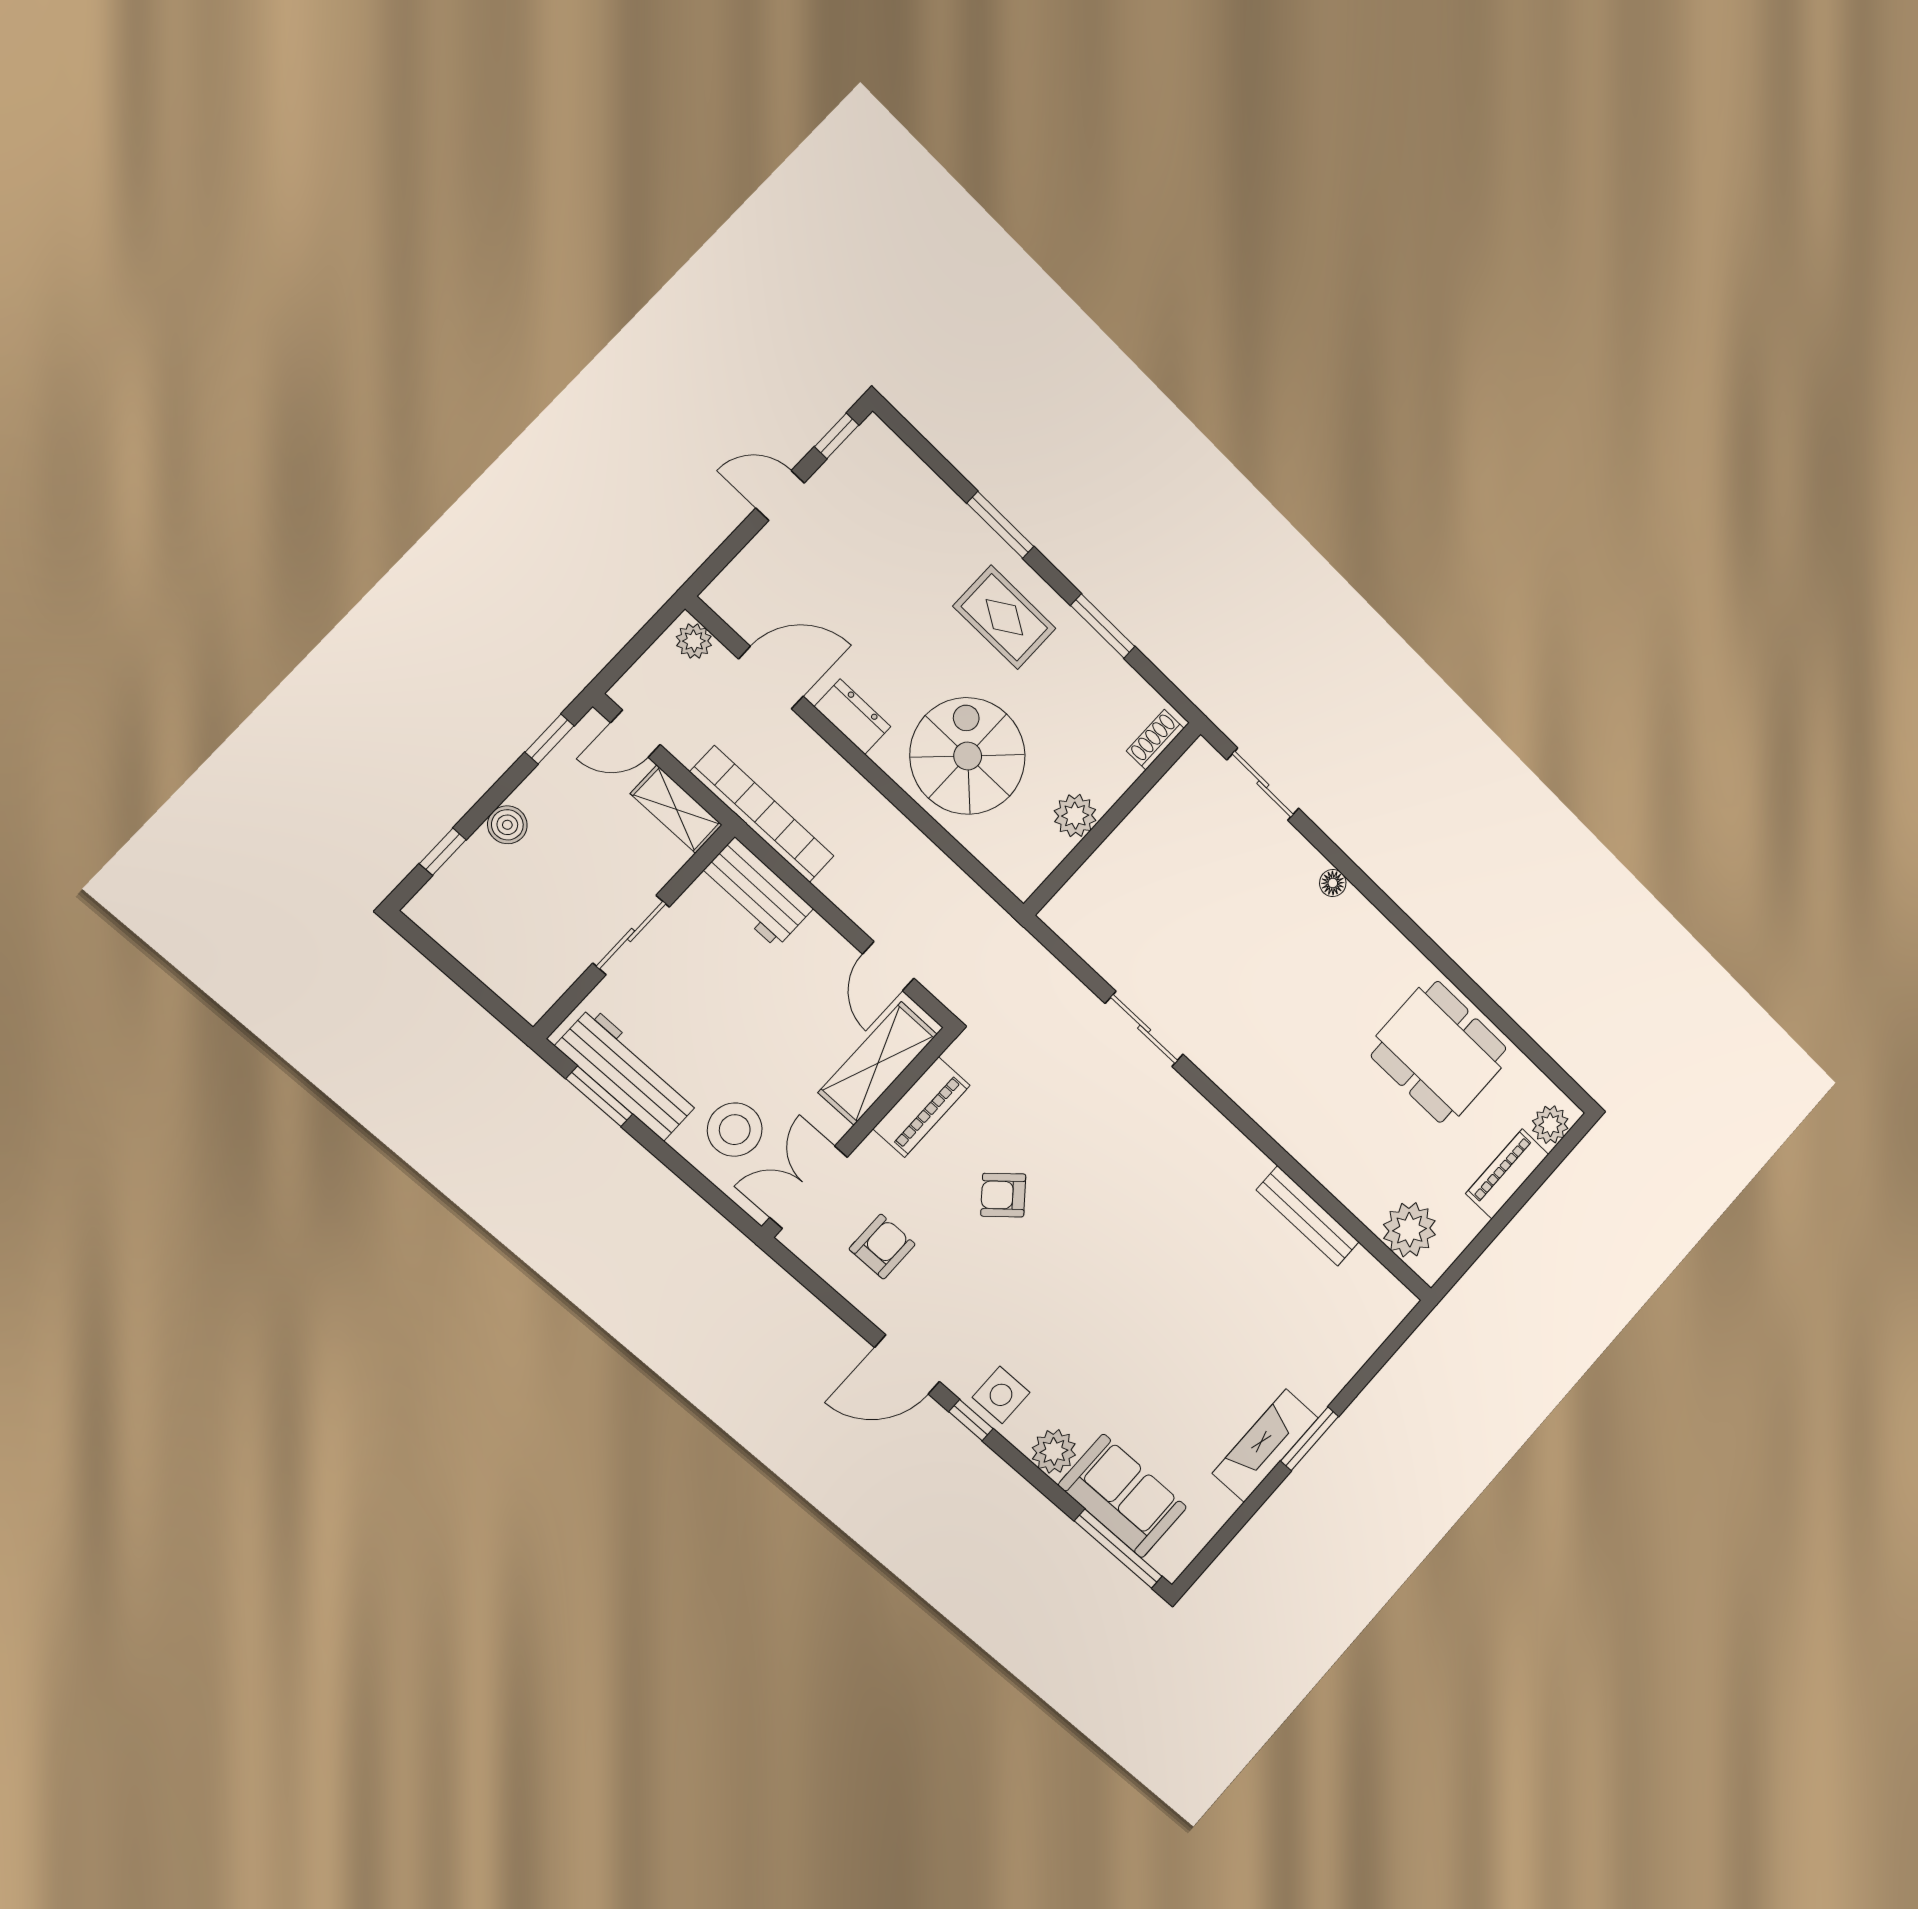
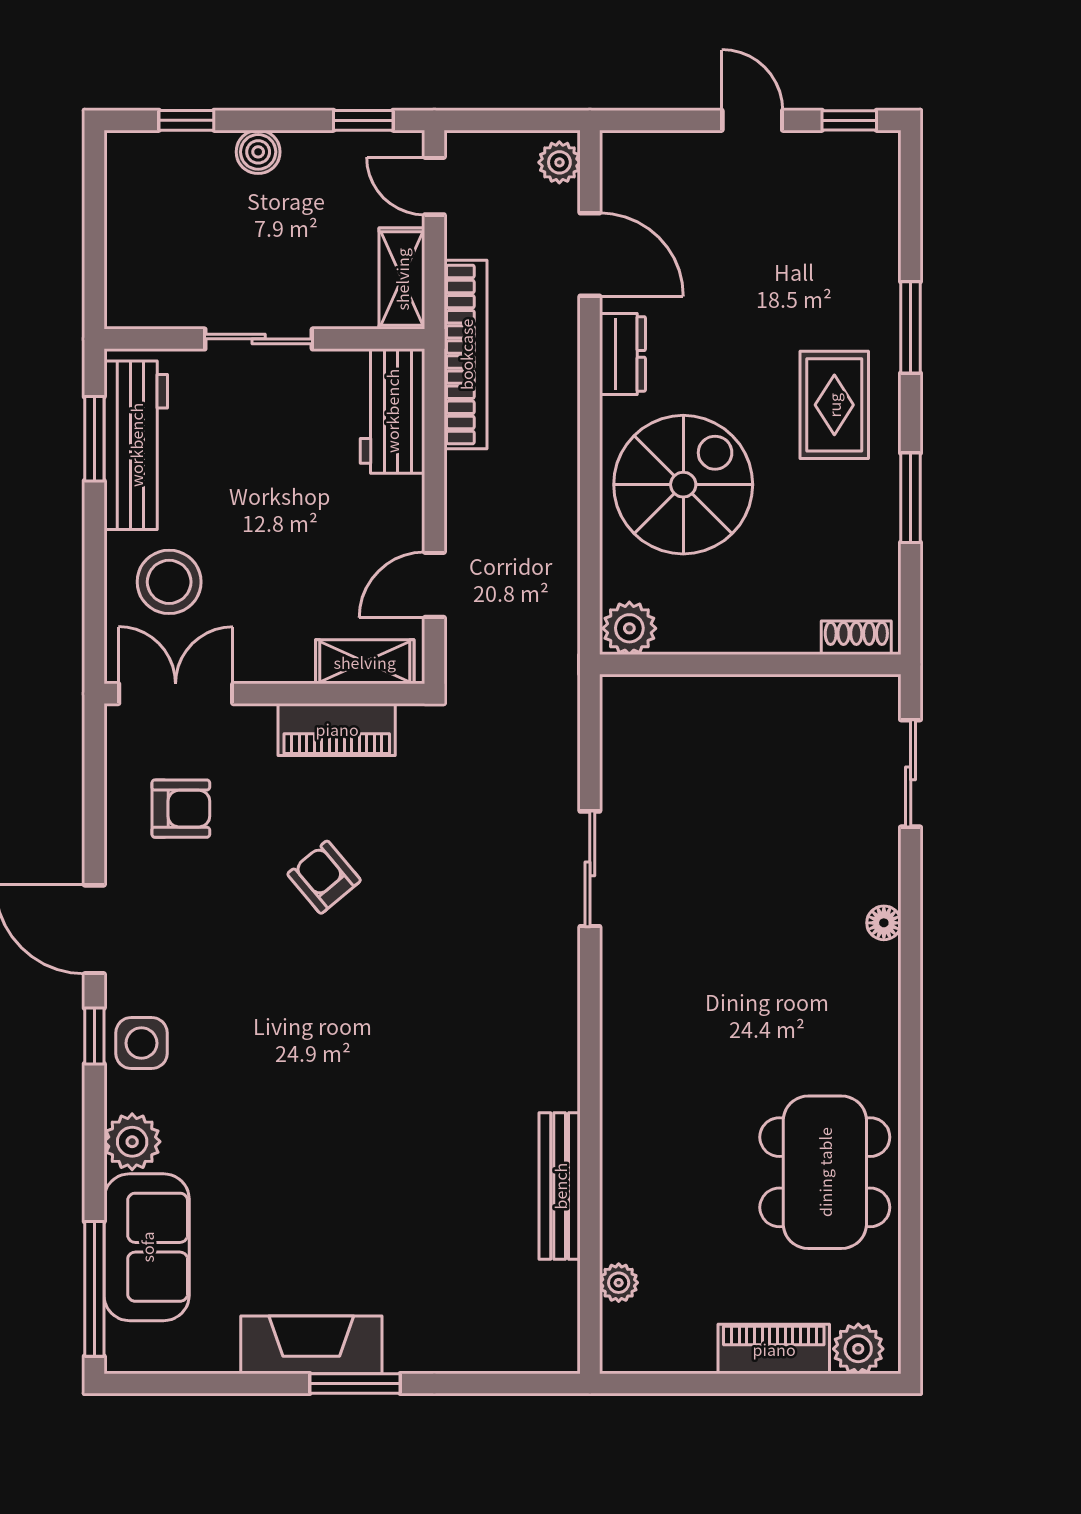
plant: (1075, 816) -> (629, 628), moved
shelving: (878, 1063) -> (365, 662), width x0.67, depth x0.75
plant: (1409, 1230) -> (619, 1283), width x0.53, depth x0.53

